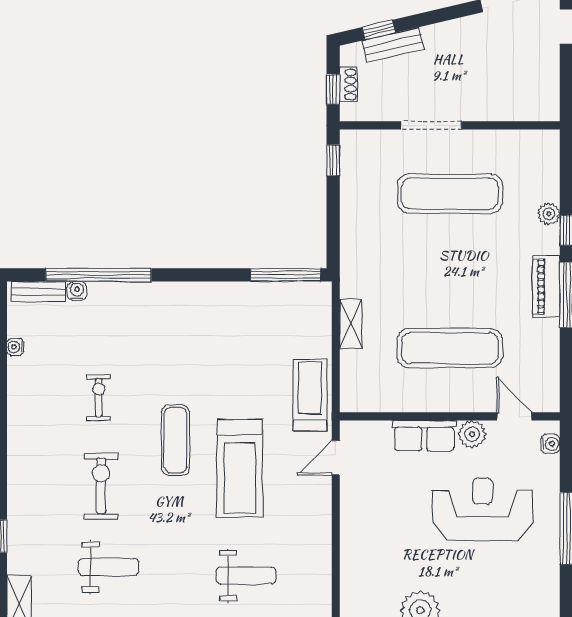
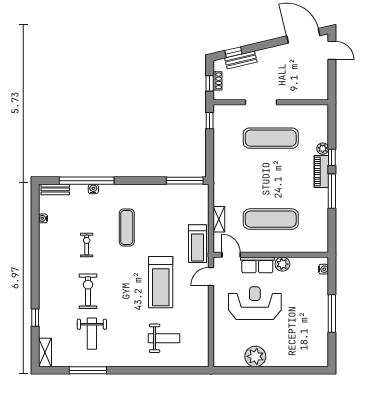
piano: (546, 286) -> (321, 172), moved
water cooler: (77, 291) -> (93, 189), moved
shelving: (351, 324) -> (219, 219), moved
treadmill: (310, 395) -> (198, 244), turned 180
door: (514, 416) -> (231, 255), moved
exercise mat: (175, 440) -> (127, 227), moved
reception desk: (483, 509) -> (255, 303), moved
weight bench: (109, 567) -> (92, 334), turned 90

